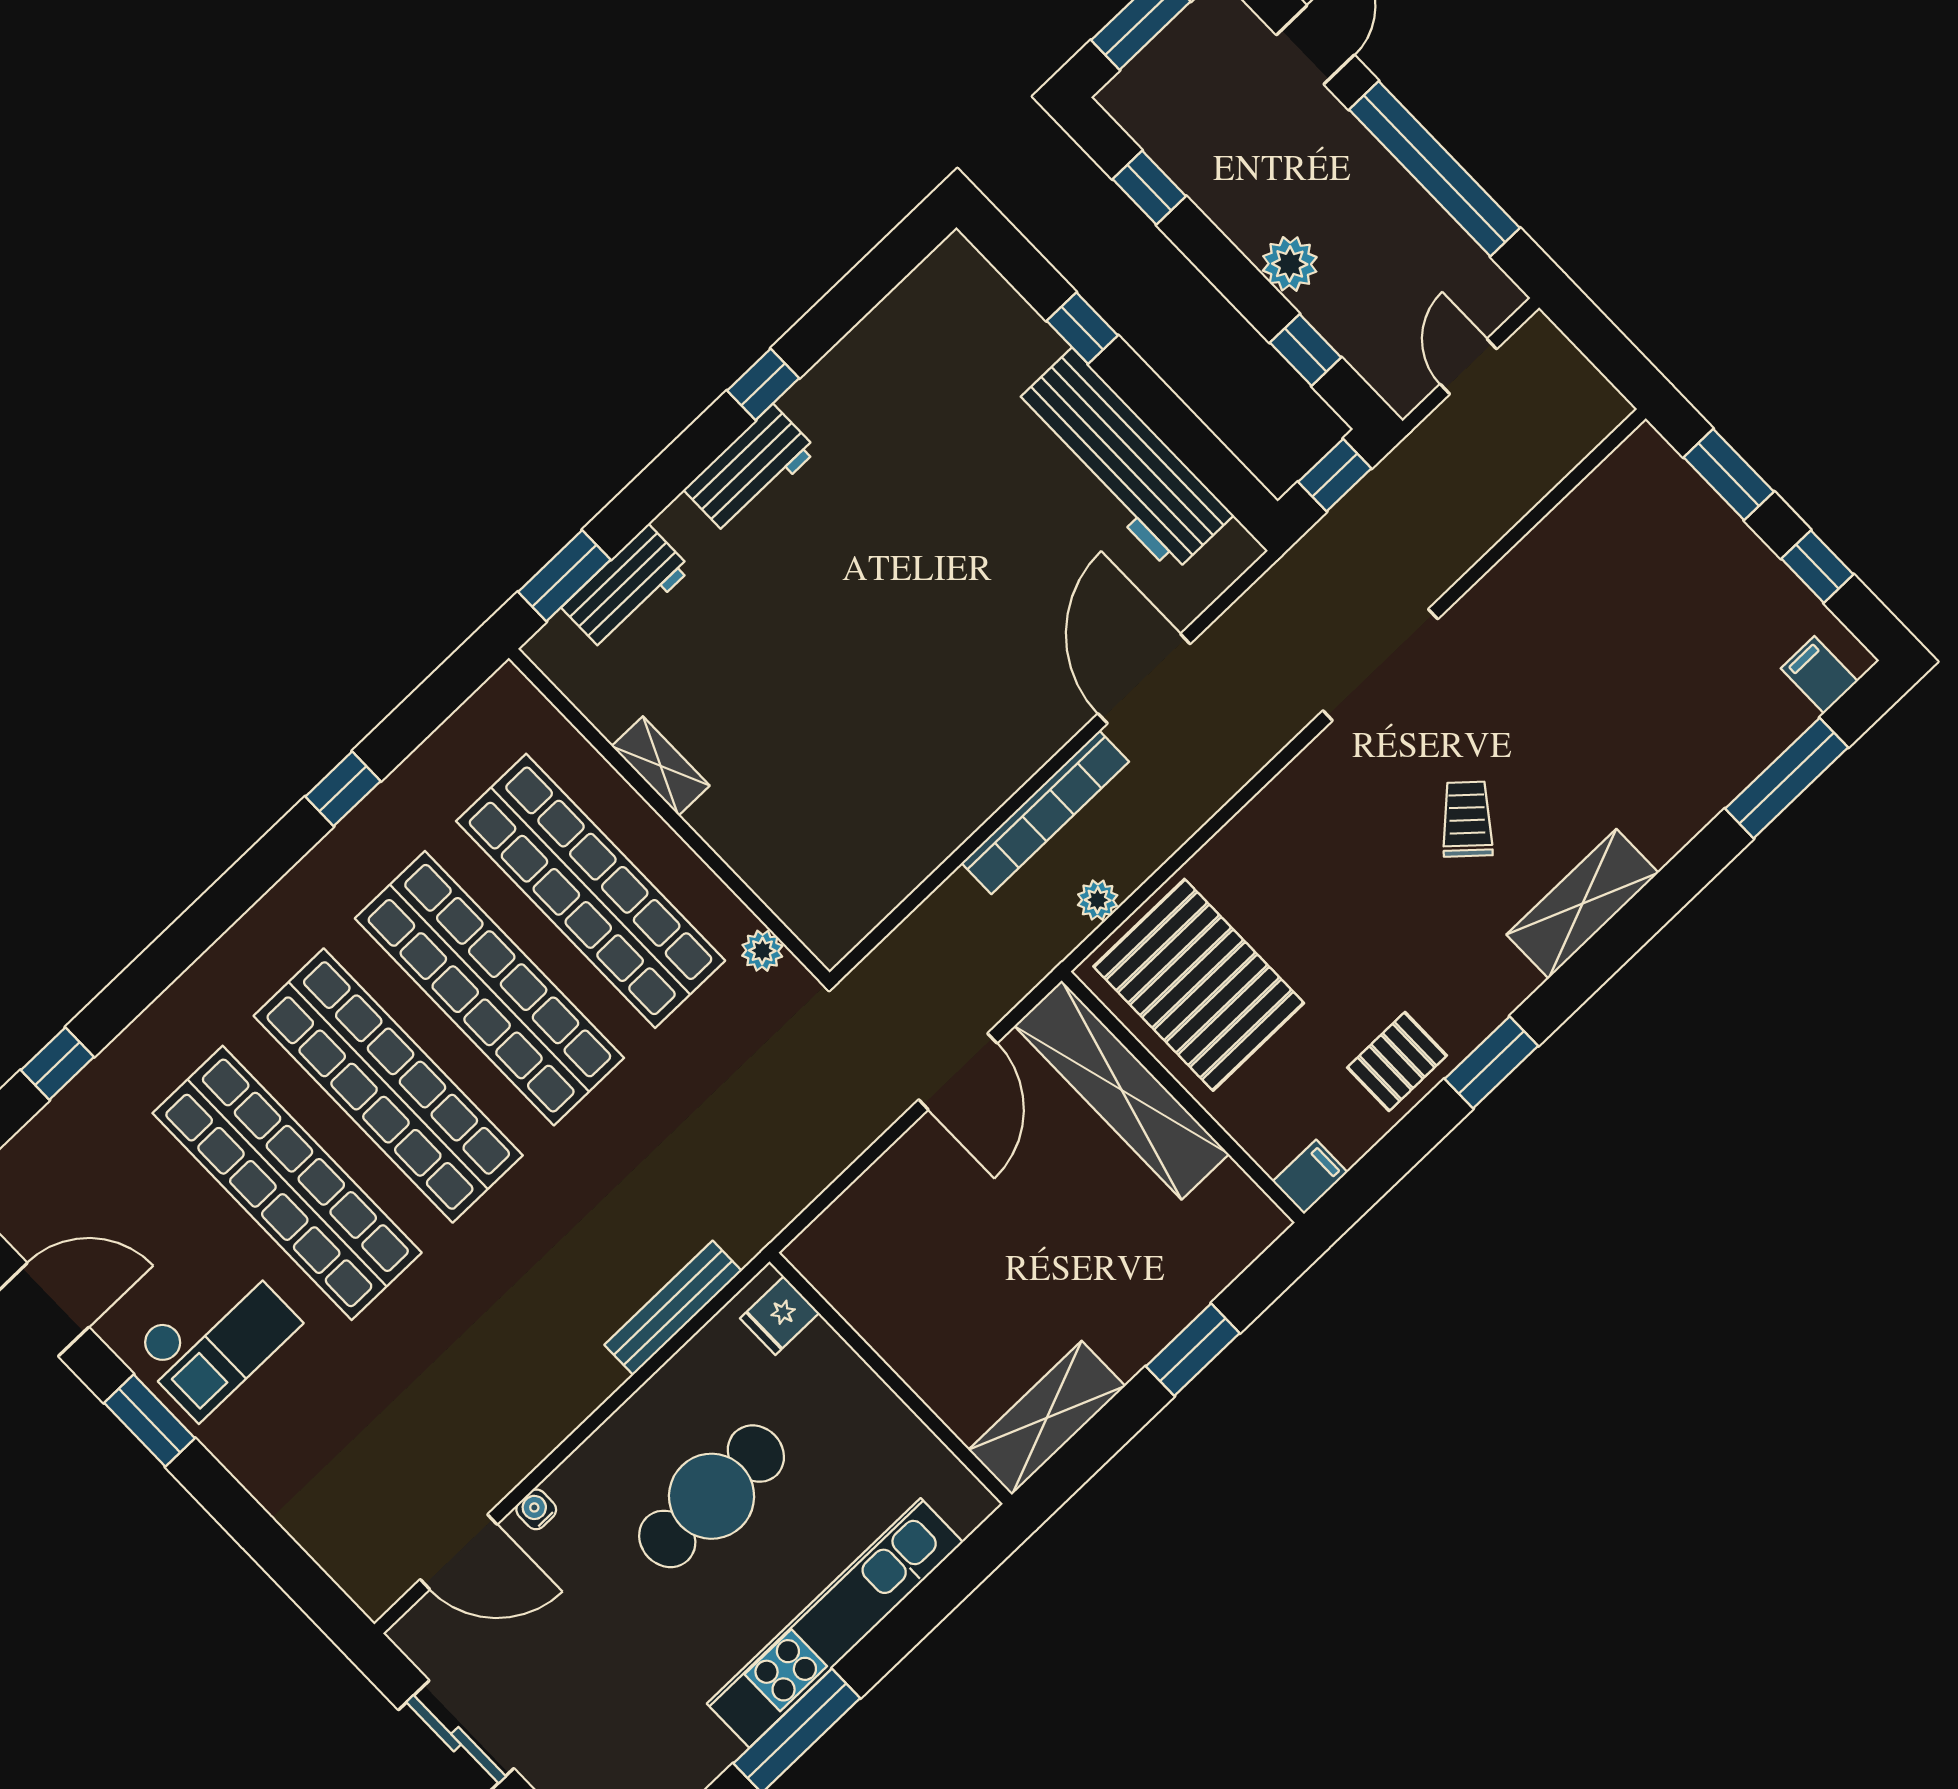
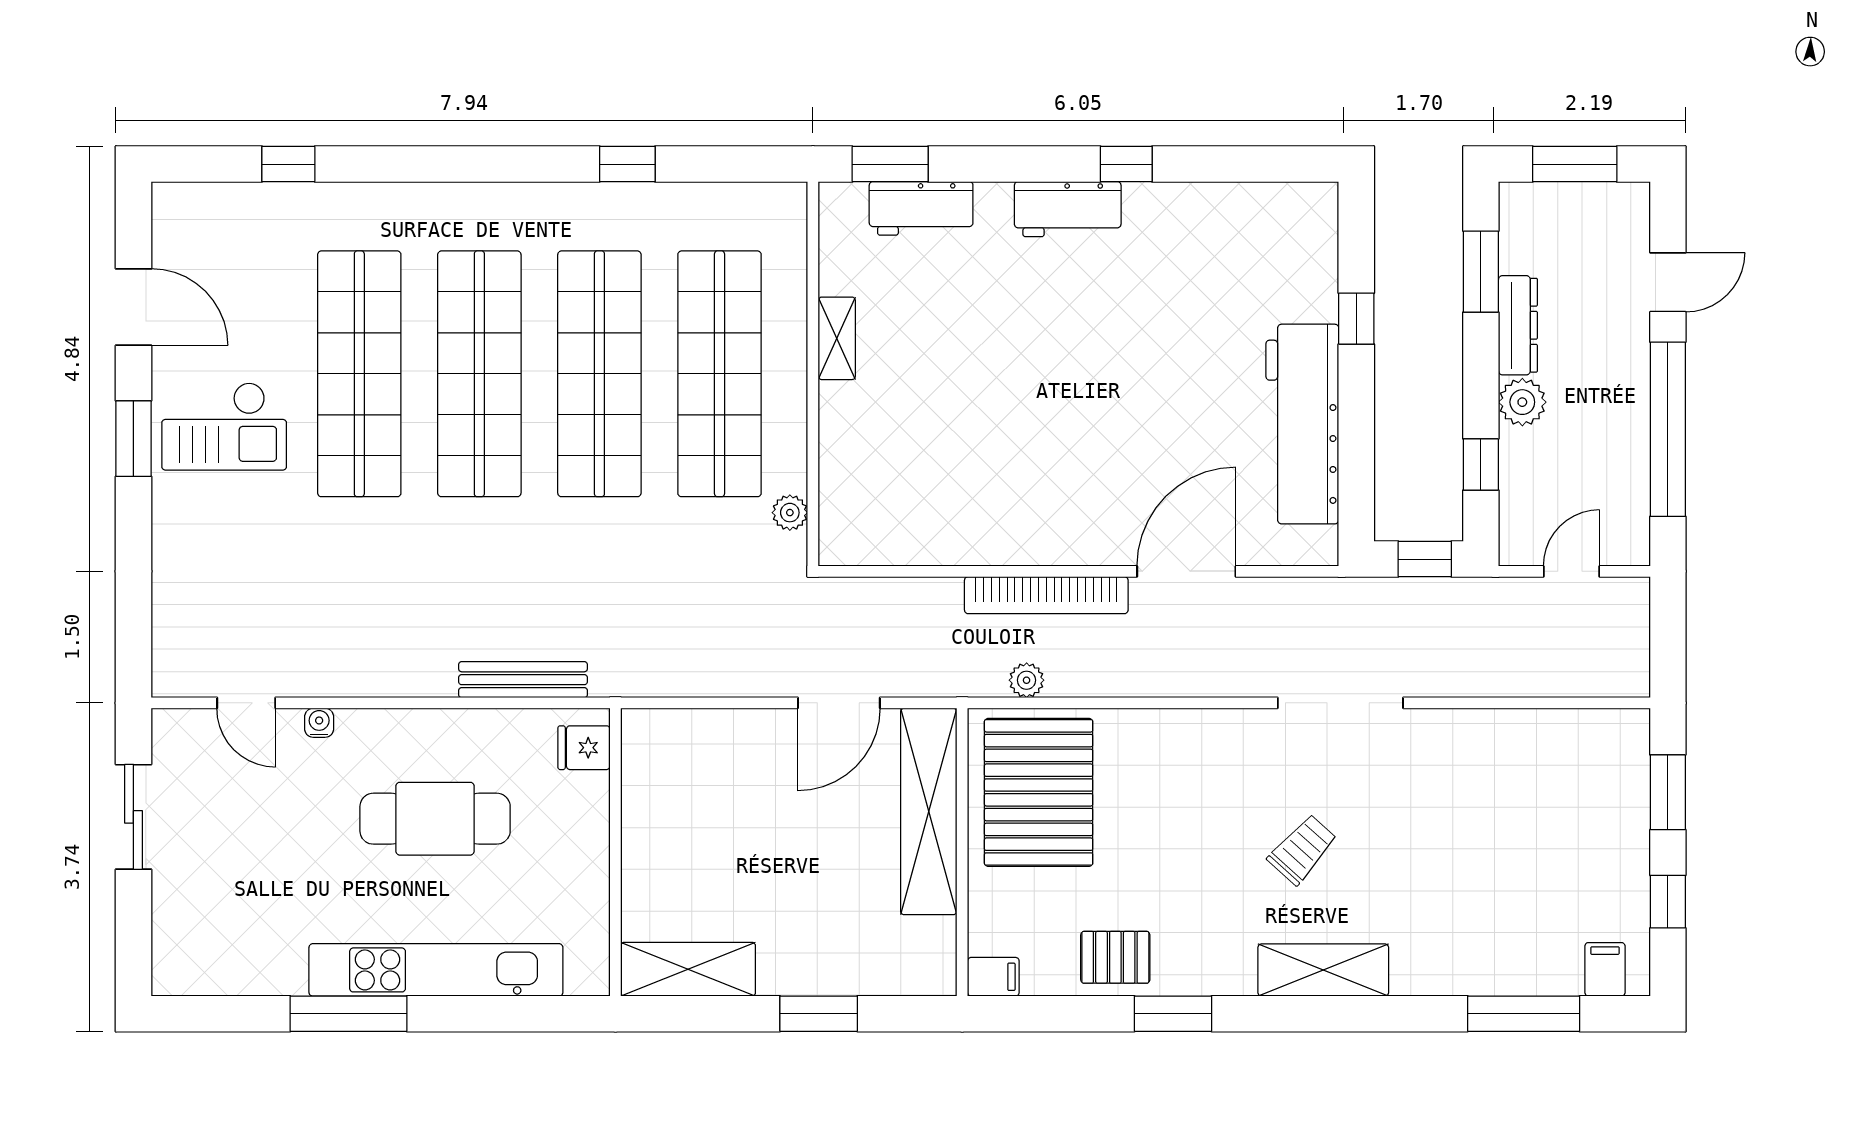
window: (1149, 188) -> (1481, 272), width x1.50
dresser: (1224, 203) -> (1518, 325), added
door: (459, 1552) -> (246, 703), width x0.73

